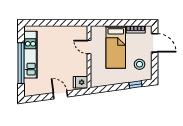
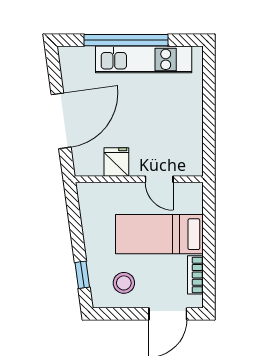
door: (89, 47) -> (159, 179), swing flipped
fridge: (81, 82) -> (116, 162), moved
door: (60, 95) -> (61, 121), width x1.88

